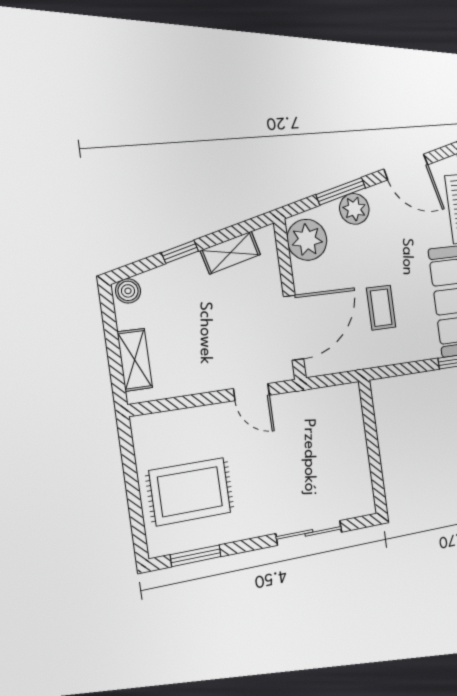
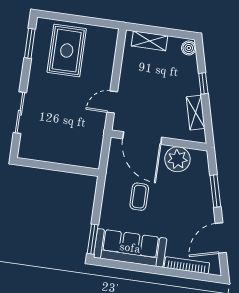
plant: (354, 209) -> (203, 197), removed
plant: (307, 240) -> (177, 159), moved
coffee table: (381, 308) -> (139, 197), turned 90

